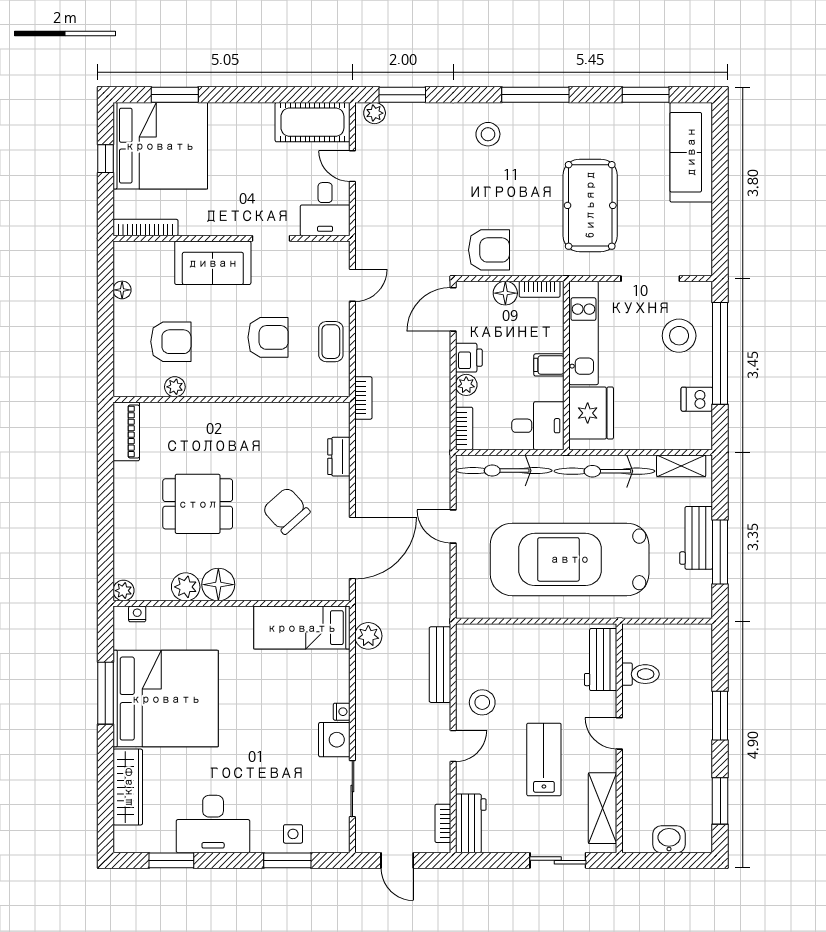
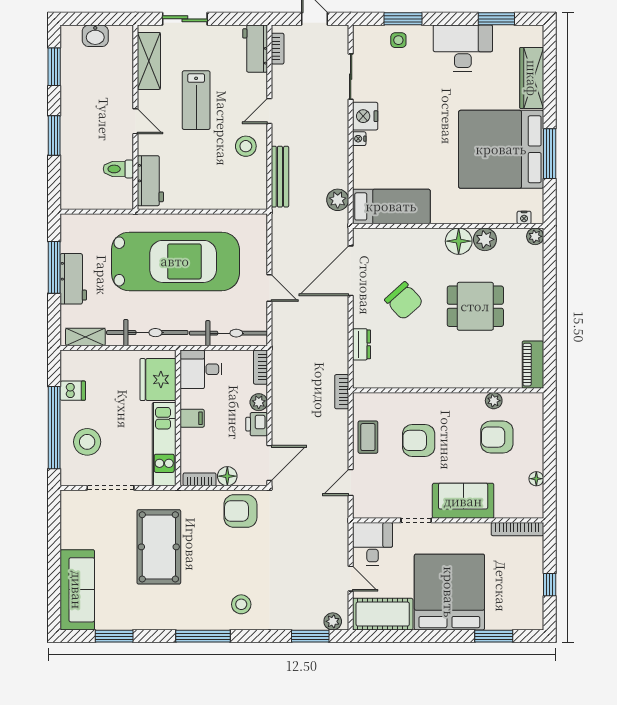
bed: (160, 146) -> (449, 592), moved, turned 90

